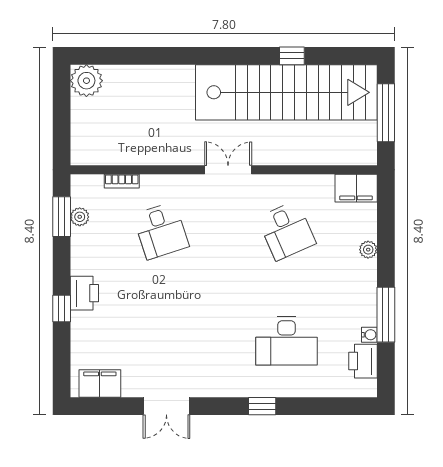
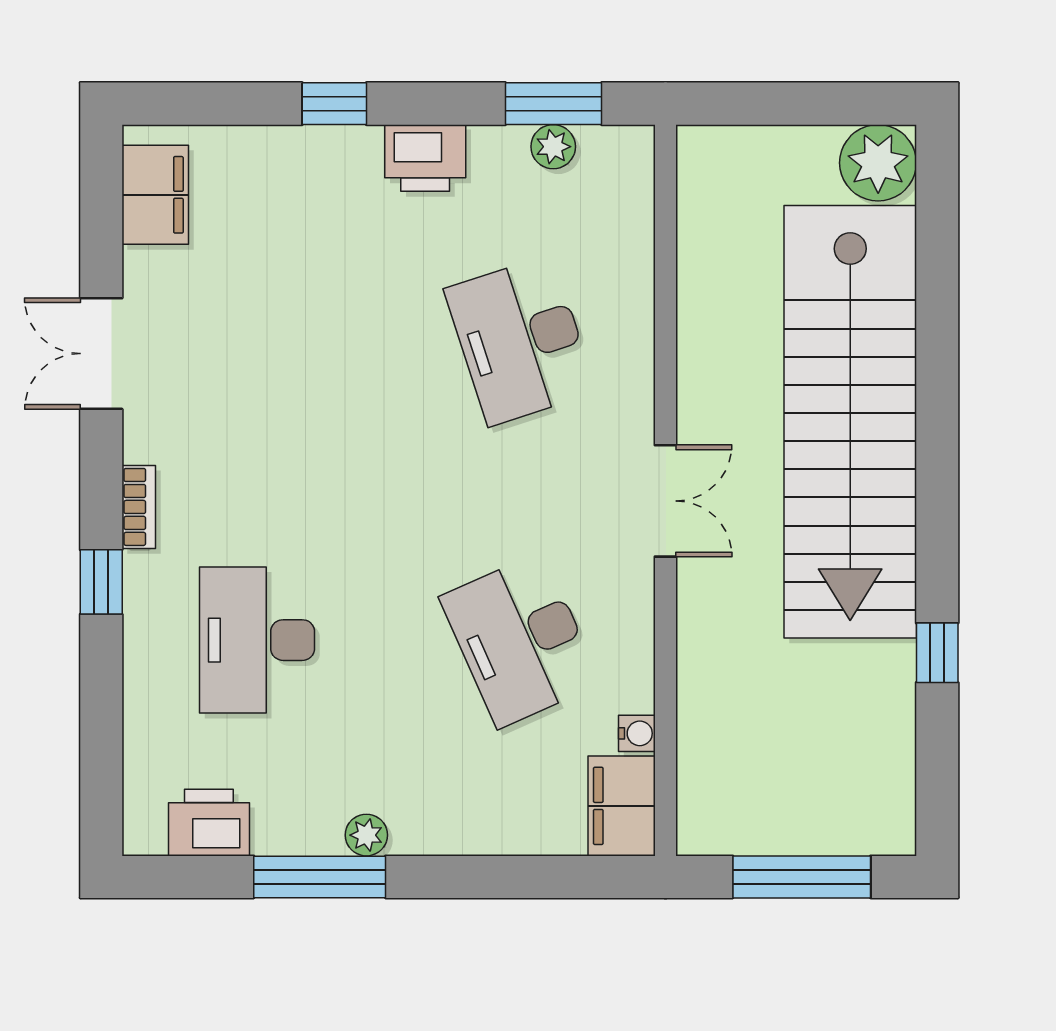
stairs: (286, 92) -> (850, 422), moved
bookcase: (122, 181) -> (139, 507), moved, turned 180
desk: (161, 231) -> (520, 340), width x1.37
desk: (287, 231) -> (520, 640), width x1.37
plant: (368, 250) -> (366, 835), moved
printer: (84, 293) -> (425, 158), moved
water cooler: (369, 335) -> (637, 733), moved, turned -90

